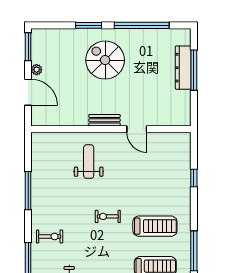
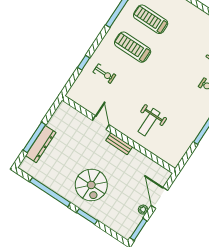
exercise bike: (108, 216) -> (104, 74), moved

